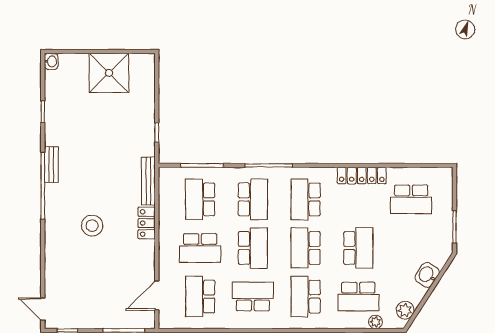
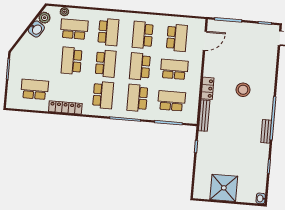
school desk: (200, 199) -> (172, 101), turned -90
washbasin: (427, 275) -> (36, 29), moved
school desk: (253, 297) -> (143, 35), turned 90

